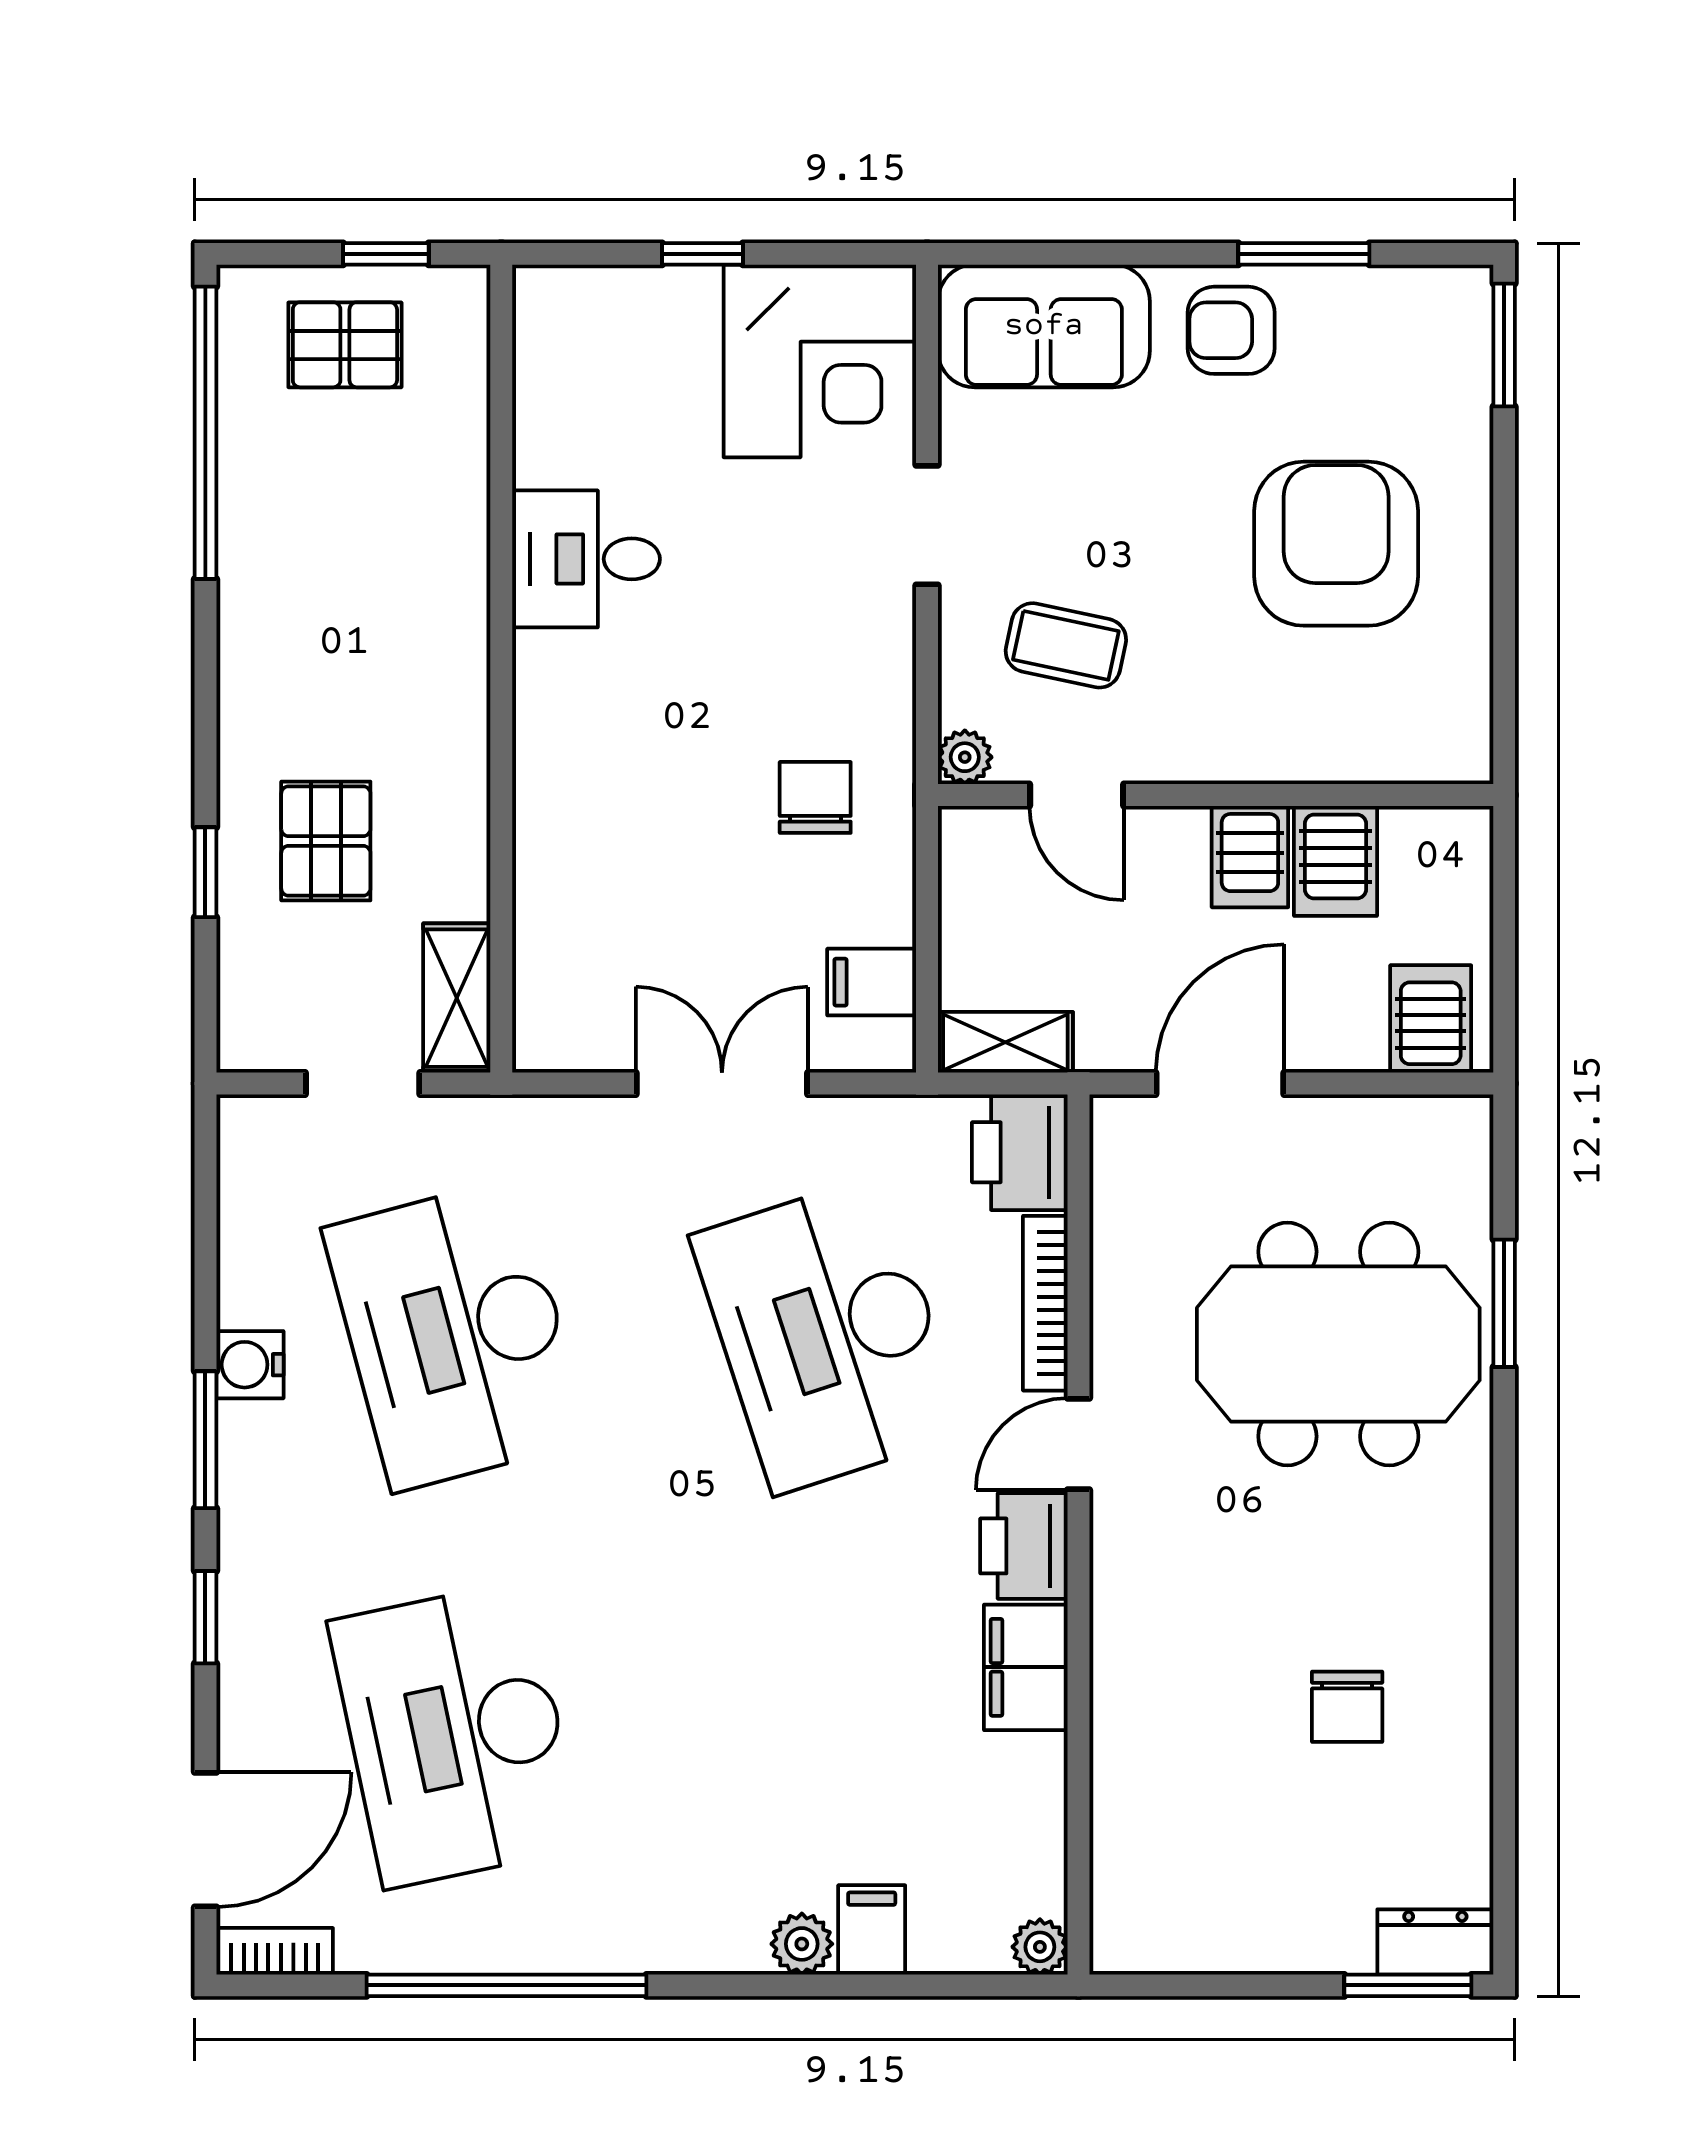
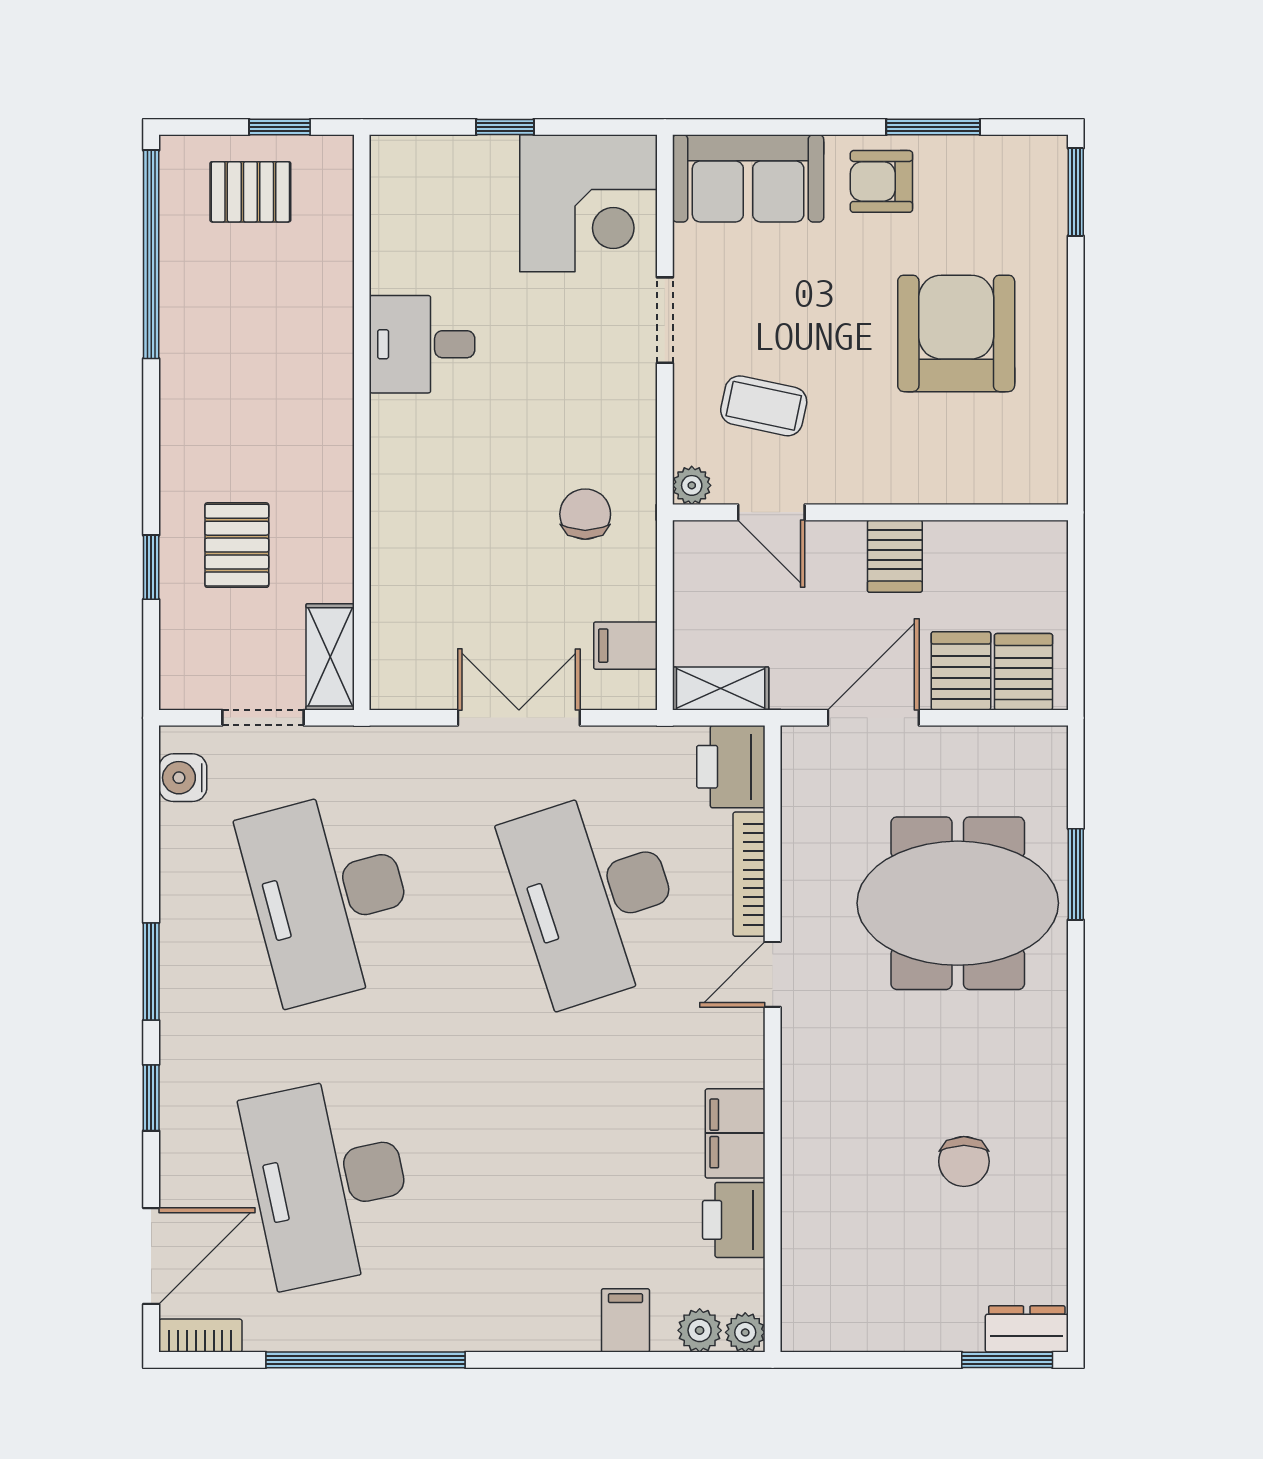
server rack: (1335, 861) -> (961, 671), moved, turned 180
water cooler: (250, 1365) -> (183, 778), moved
printer: (1024, 1546) -> (734, 1220), moved
plant: (802, 1944) -> (700, 1330), moved

